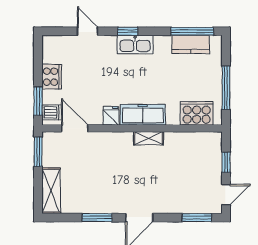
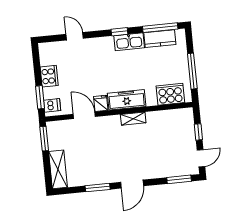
window: (128, 31) -> (119, 32), moved
kitchen sink: (135, 45) -> (129, 42), moved
door: (75, 128) -> (84, 115), moved

